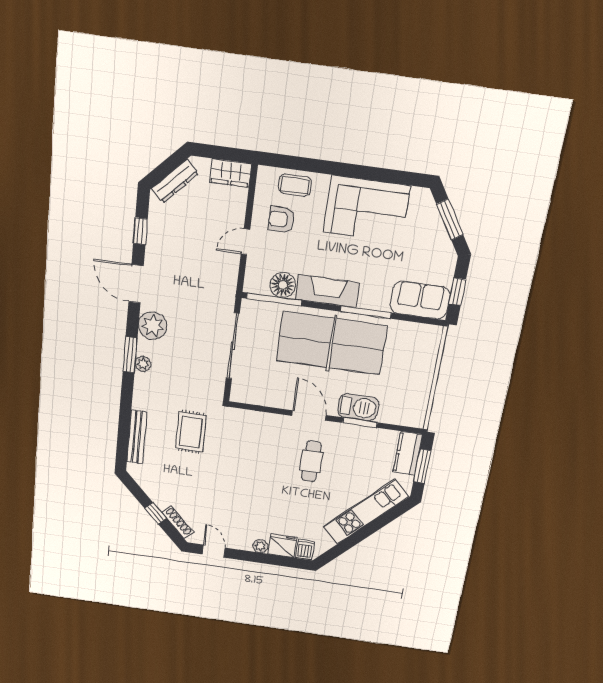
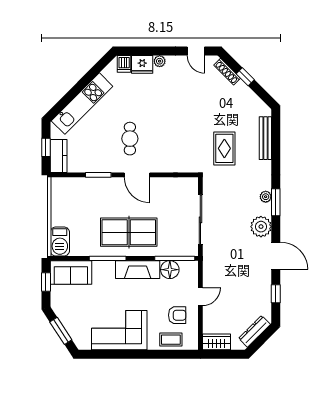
table tennis table: (331, 343) -> (129, 232), width x0.73, depth x0.76
barbecue: (358, 407) -> (60, 242), moved, turned -90
window: (422, 466) -> (46, 147), width x0.67

